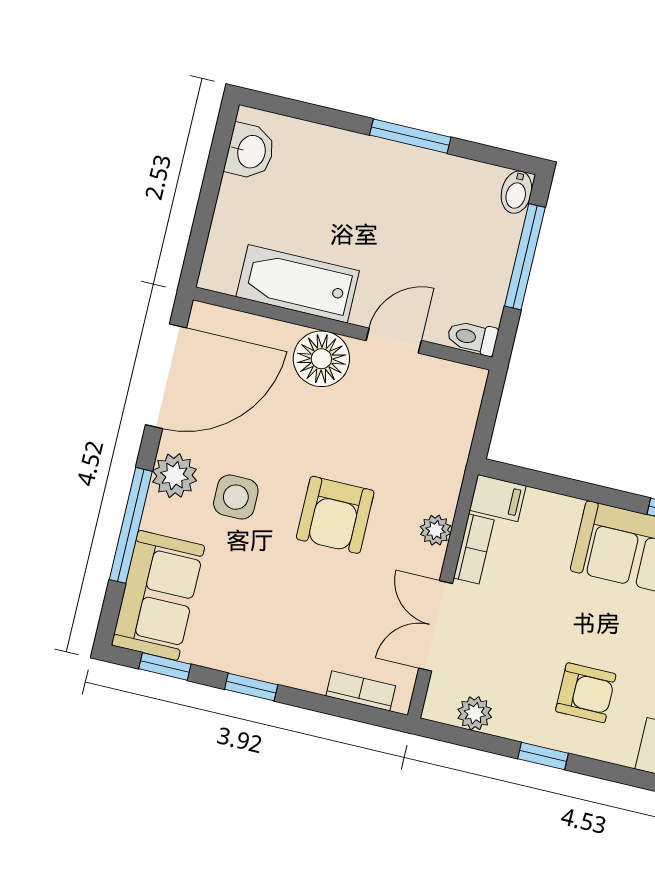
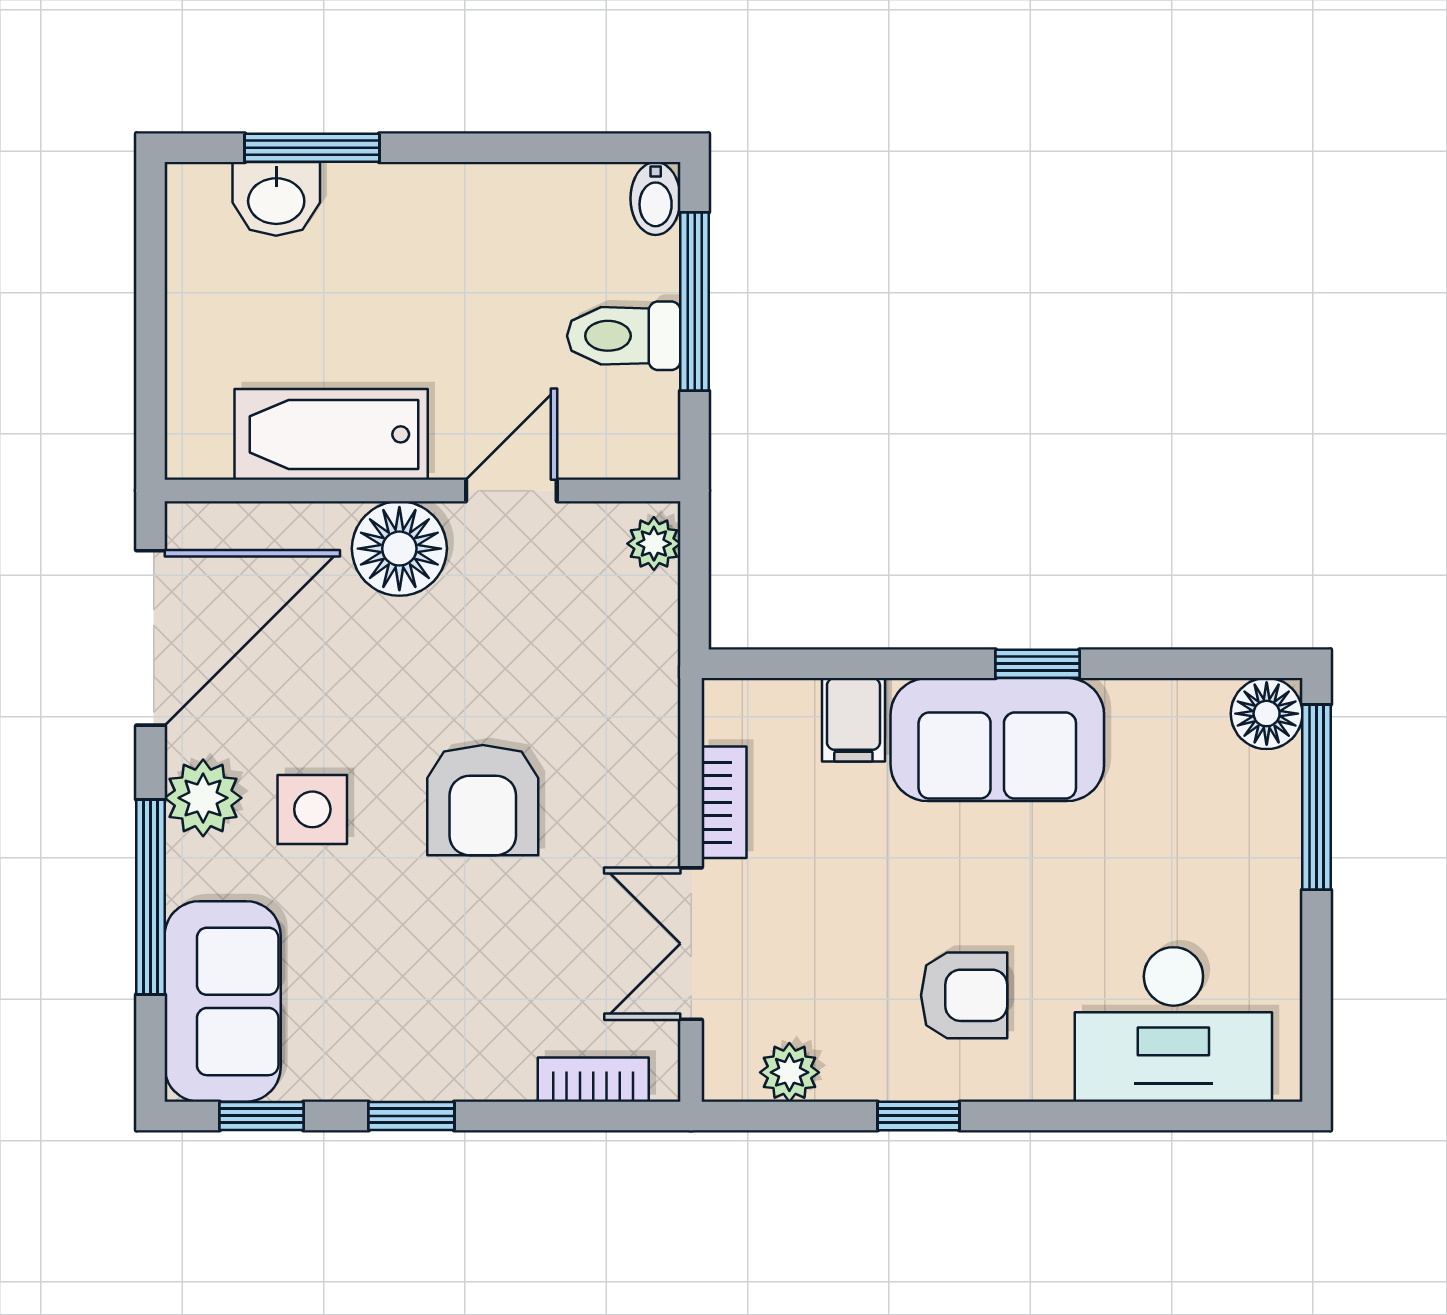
window: (410, 136) -> (312, 148), moved
washbasin: (250, 151) -> (276, 199), moved, turned 90
toilet: (472, 338) -> (624, 336), moved, width x1.37, depth x1.39
filing cabinet: (498, 498) -> (853, 720), moved, turned 90
plant: (436, 530) -> (654, 544), moved

